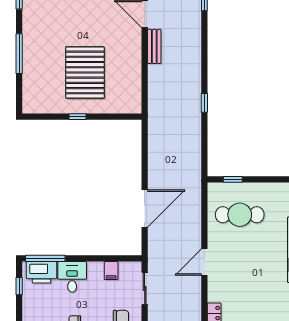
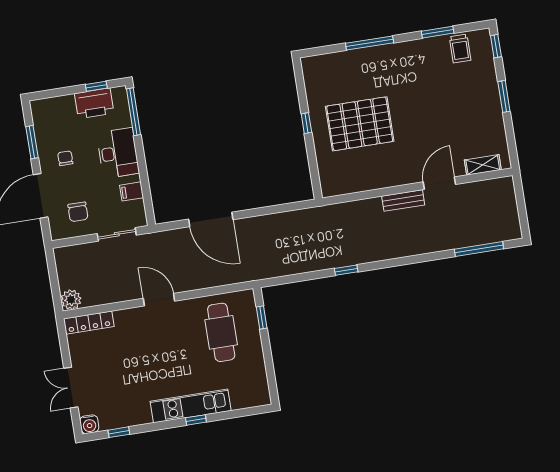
printer: (41, 272) -> (94, 103), moved, turned -90
desk: (72, 277) -> (118, 153), width x1.37

